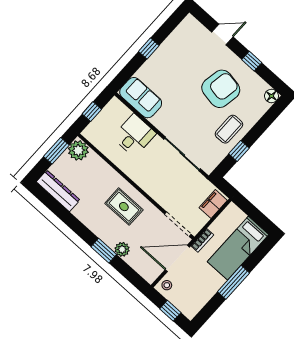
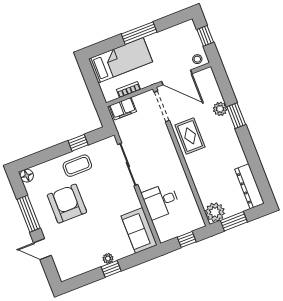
plant: (157, 57) -> (108, 258), added
window: (252, 61) -> (29, 214), width x2.17
armchair: (221, 89) -> (67, 204), turned 80
rug: (124, 207) -> (190, 136), moved
bookcase: (202, 240) -> (129, 90), moved

